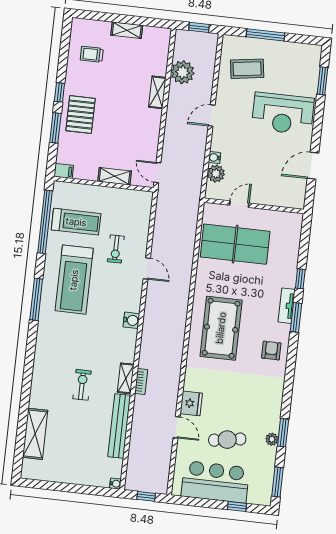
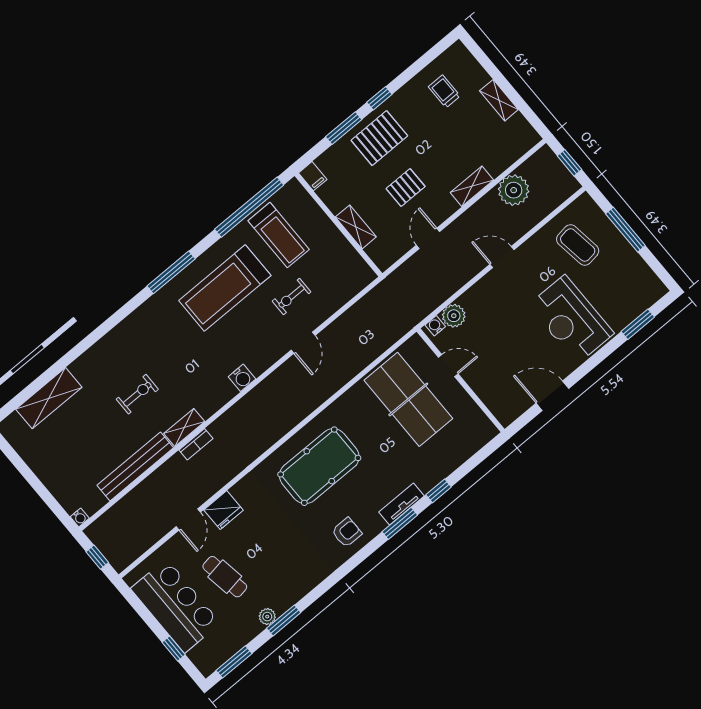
pallet: (121, 128) -> (406, 188), added
water cooler: (214, 158) -> (435, 326), moved
door: (157, 173) -> (428, 238), moved

